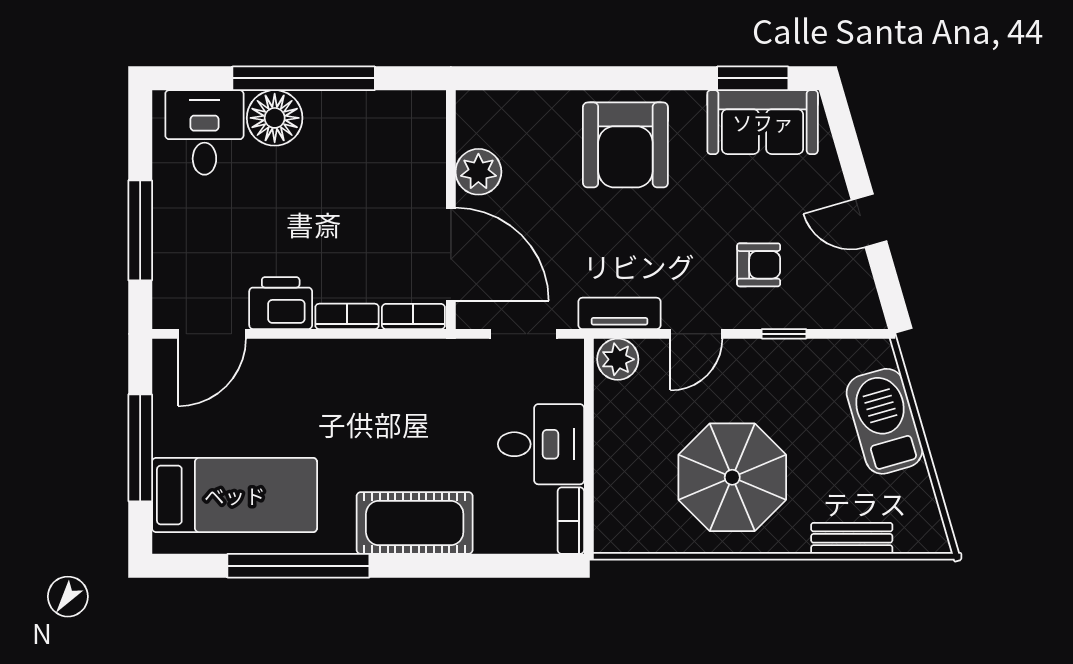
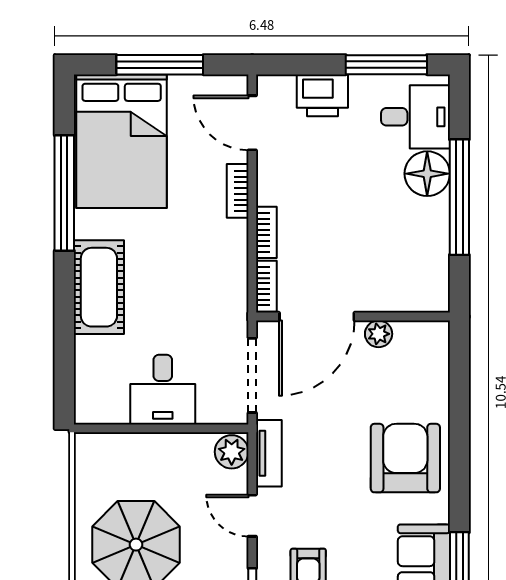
armchair: (625, 145) -> (405, 458), turned 90
plant: (478, 172) -> (379, 334), width x0.73, depth x0.73
window: (140, 230) -> (386, 65), moved
printer: (281, 303) -> (322, 95), moved, turned 90
doorway: (523, 334) -> (252, 375), width x1.38
bed: (235, 495) -> (122, 141), width x1.50
bookcase: (571, 521) -> (238, 191), moved, turned -90

